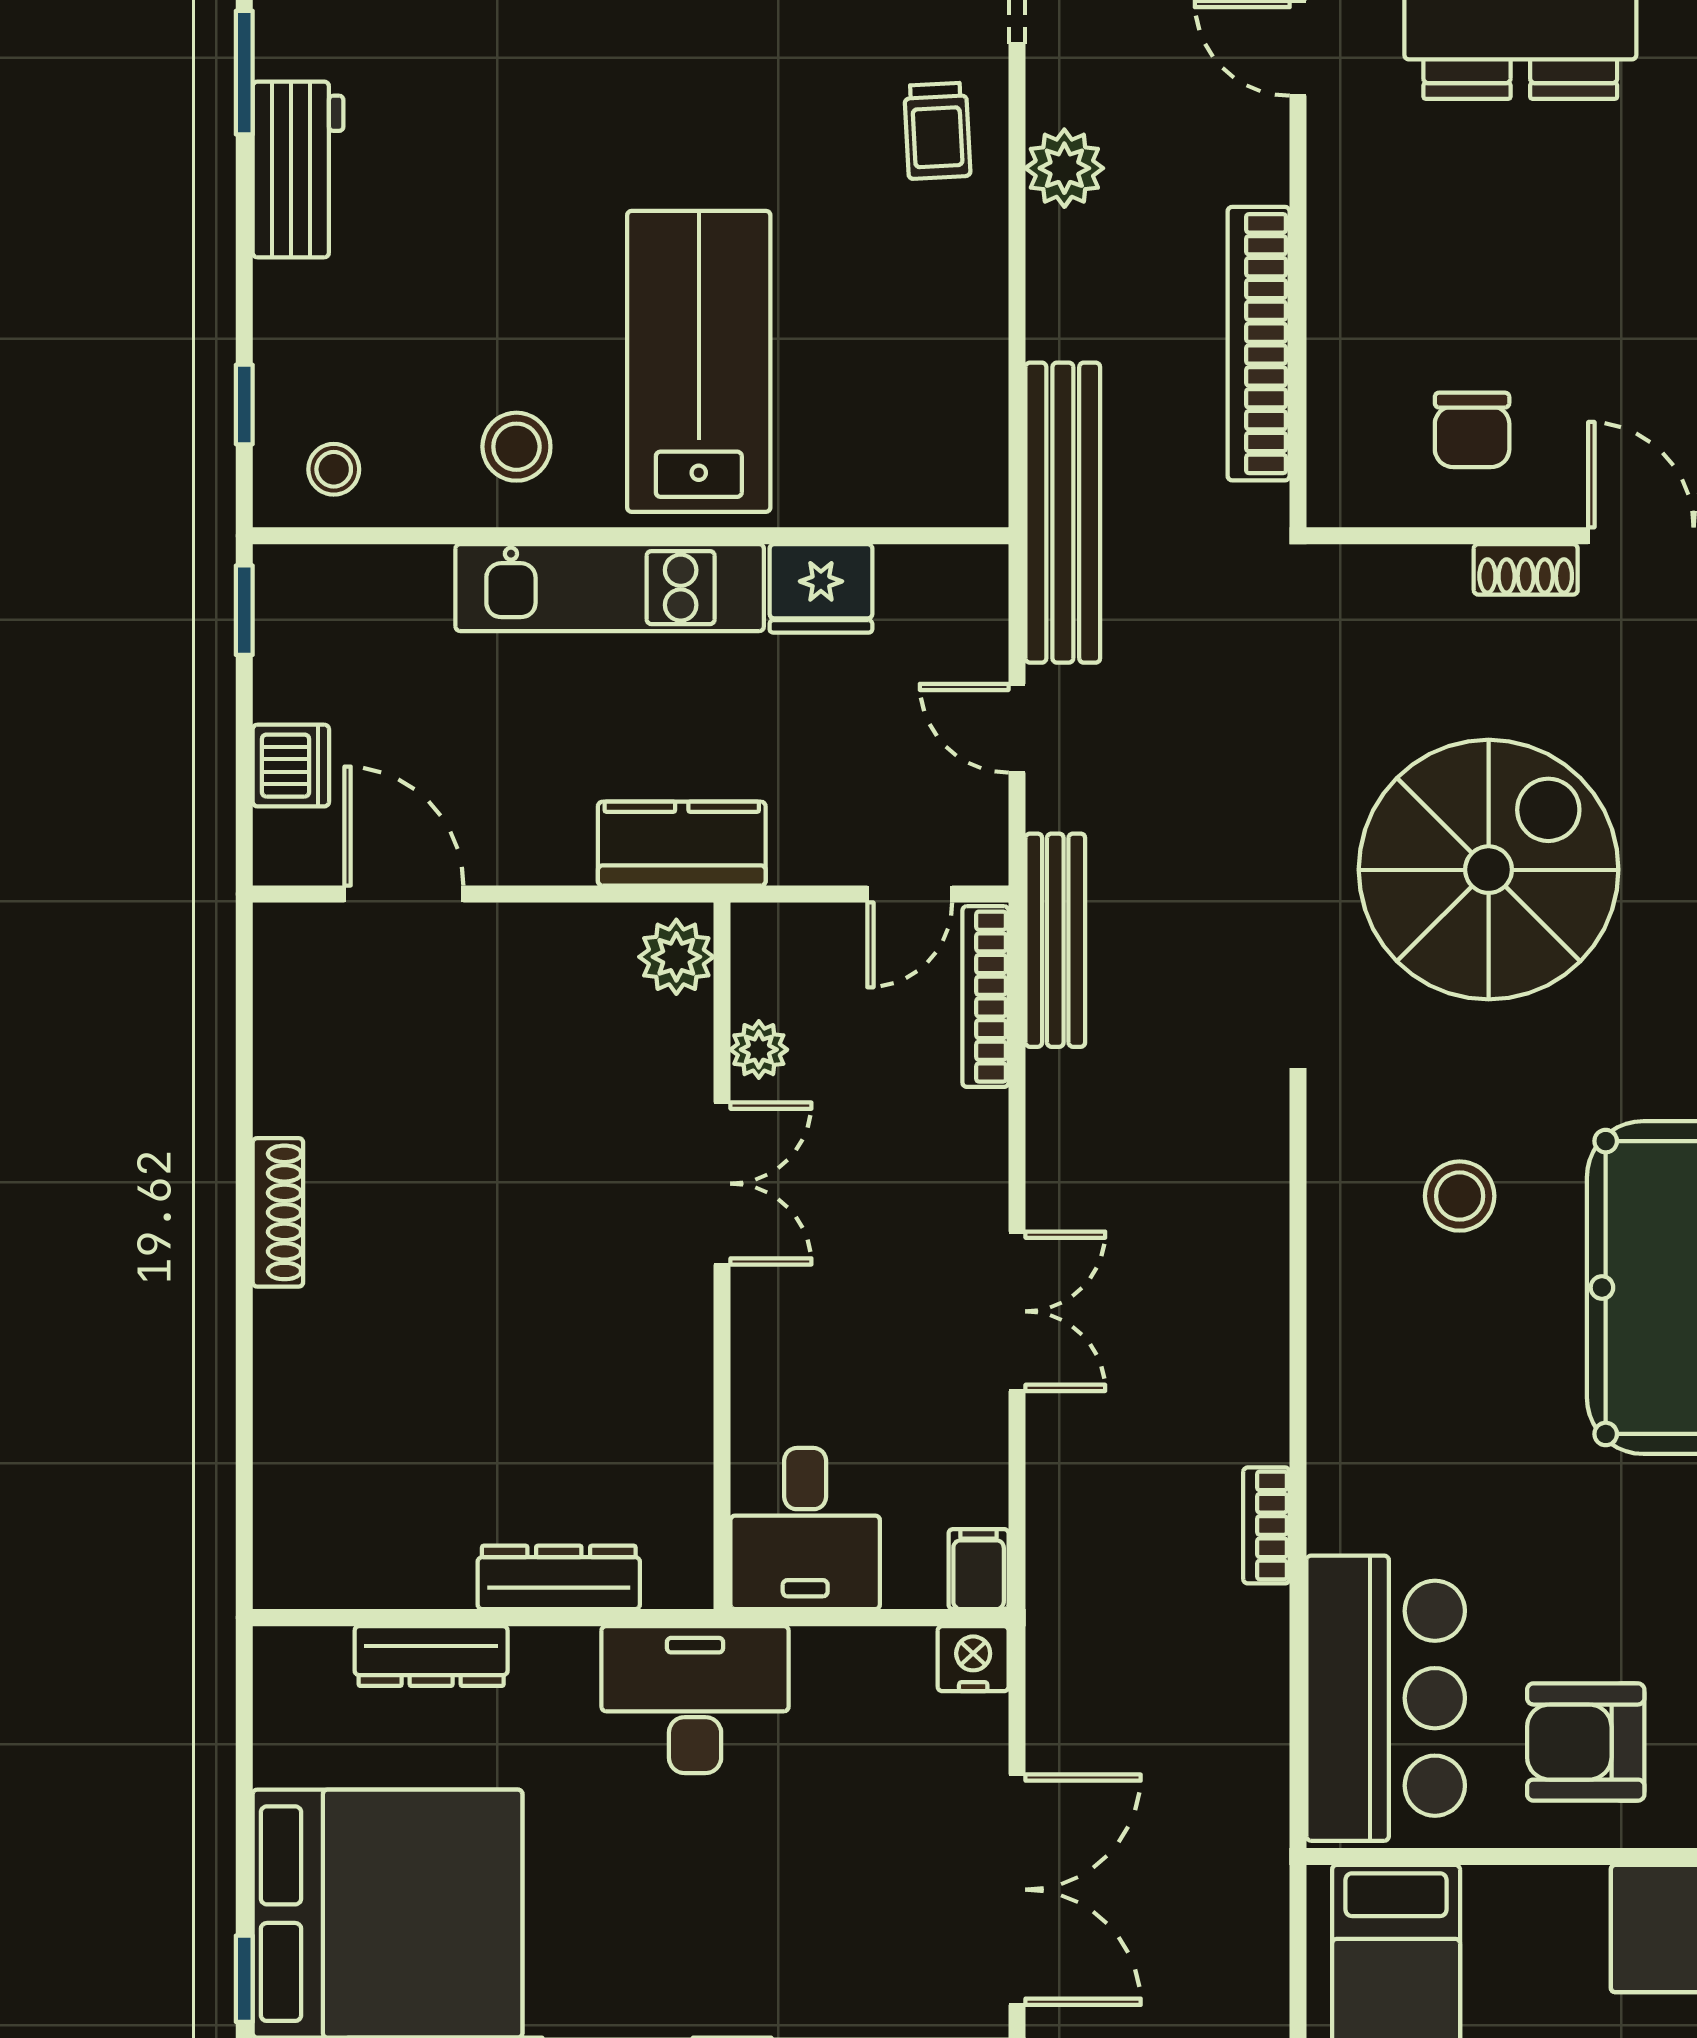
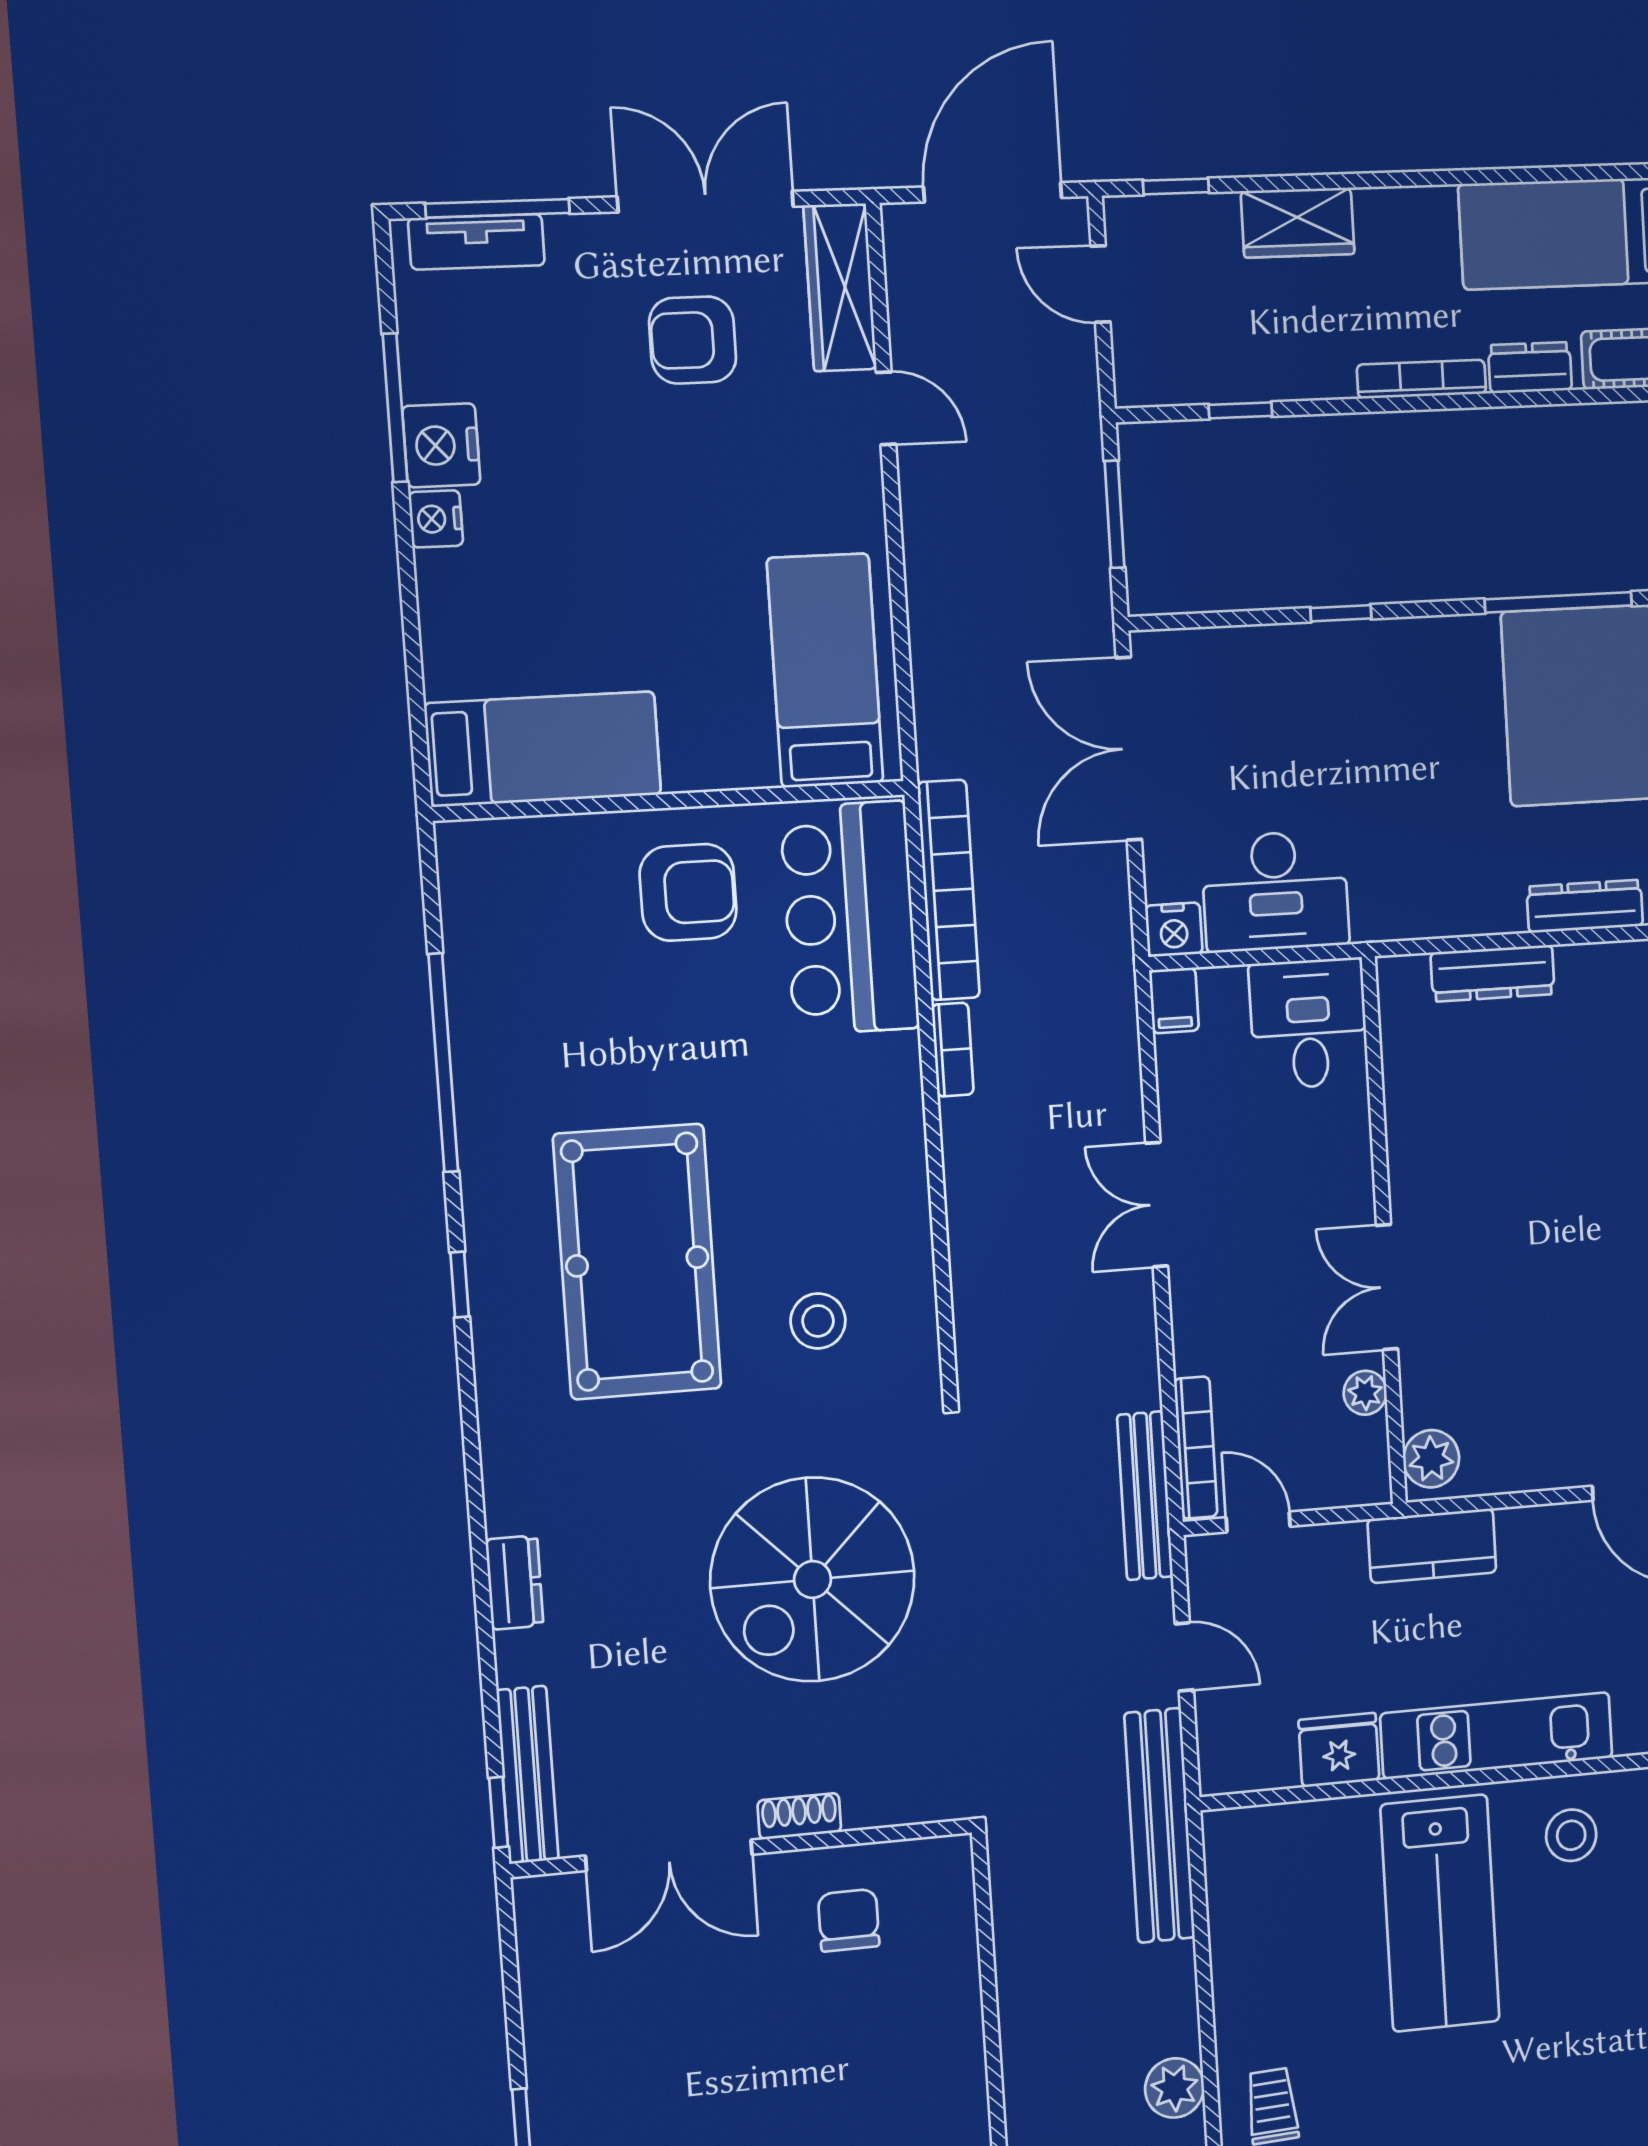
bookcase: (1259, 344) -> (949, 890), moved
door: (910, 894) -> (1258, 1522), hinge flipped
desk: (695, 1700) -> (1275, 891), moved

